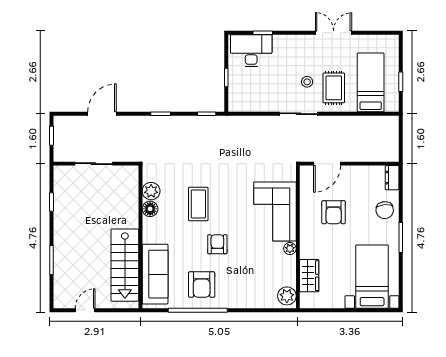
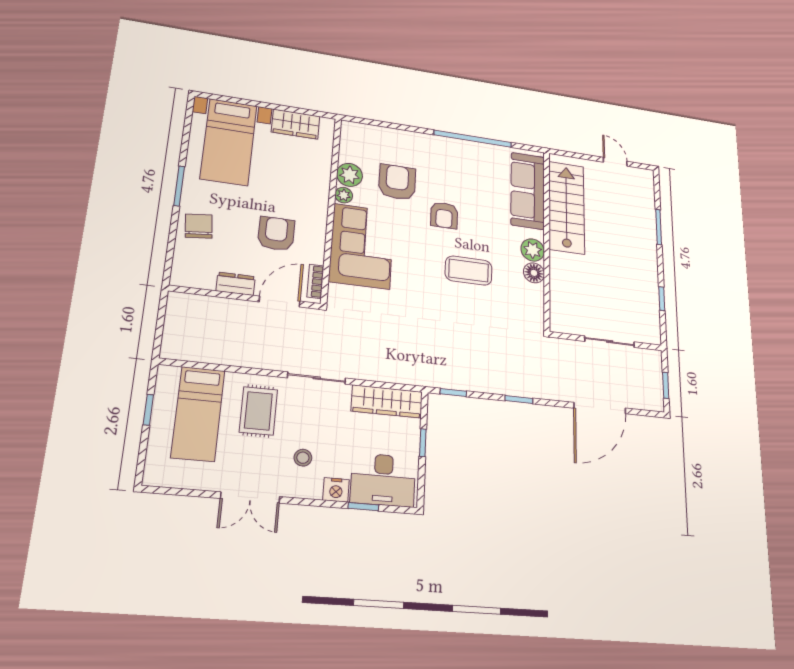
nightstand: (281, 42) -> (336, 490), added
stool: (307, 82) -> (303, 458), moved
wardrobe: (251, 103) -> (387, 401), added
door: (102, 114) -> (600, 408), width x1.36
dresser: (392, 178) -> (236, 284), moved, turned -90
bookcase: (305, 181) -> (315, 281), added
plant: (151, 191) -> (533, 250), moved
coffee table: (198, 204) -> (469, 271), turned 90
wardrobe: (309, 276) -> (296, 124), moved, turned -90
armchair: (202, 285) -> (397, 182), moved
plant: (287, 296) -> (349, 175), moved
door: (85, 310) -> (615, 162), swing flipped

